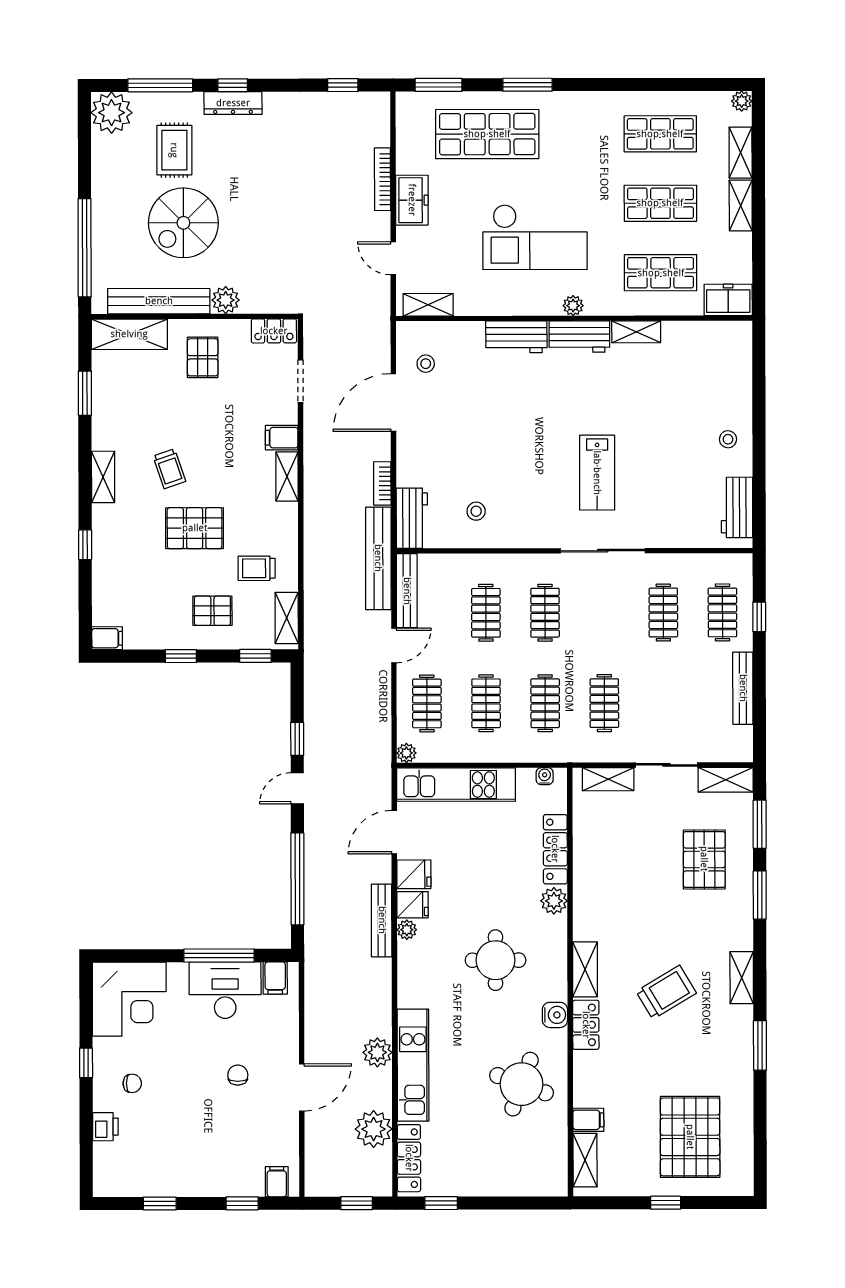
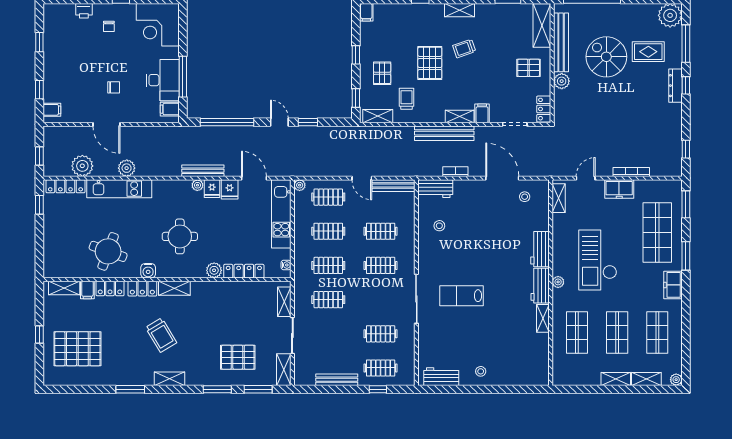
freezer: (728, 300) -> (673, 285), moved, turned 180
bench: (378, 558) -> (444, 133), moved
locker: (586, 1081) -> (110, 288), added

